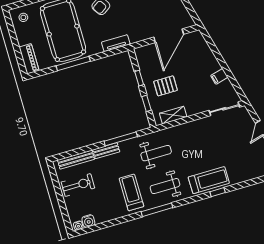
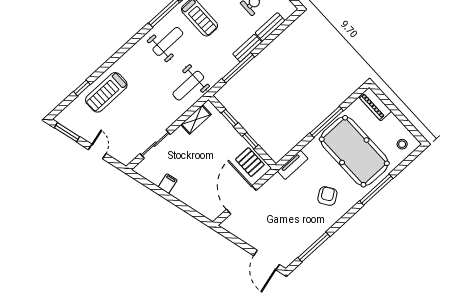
pallet: (165, 86) -> (250, 162), moved, turned 90
sliding door: (224, 109) -> (155, 144), moved
weight bench: (156, 153) -> (188, 86), moved
bench: (76, 160) -> (270, 27), width x0.73
treadmill: (209, 180) -> (106, 92), moved
window: (218, 192) -> (82, 88), moved

